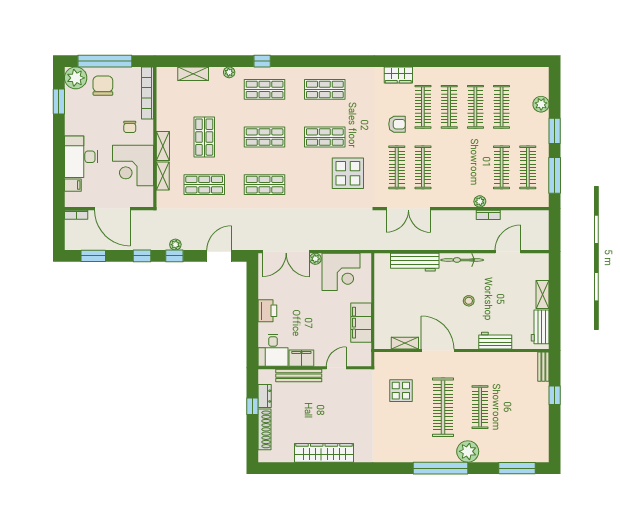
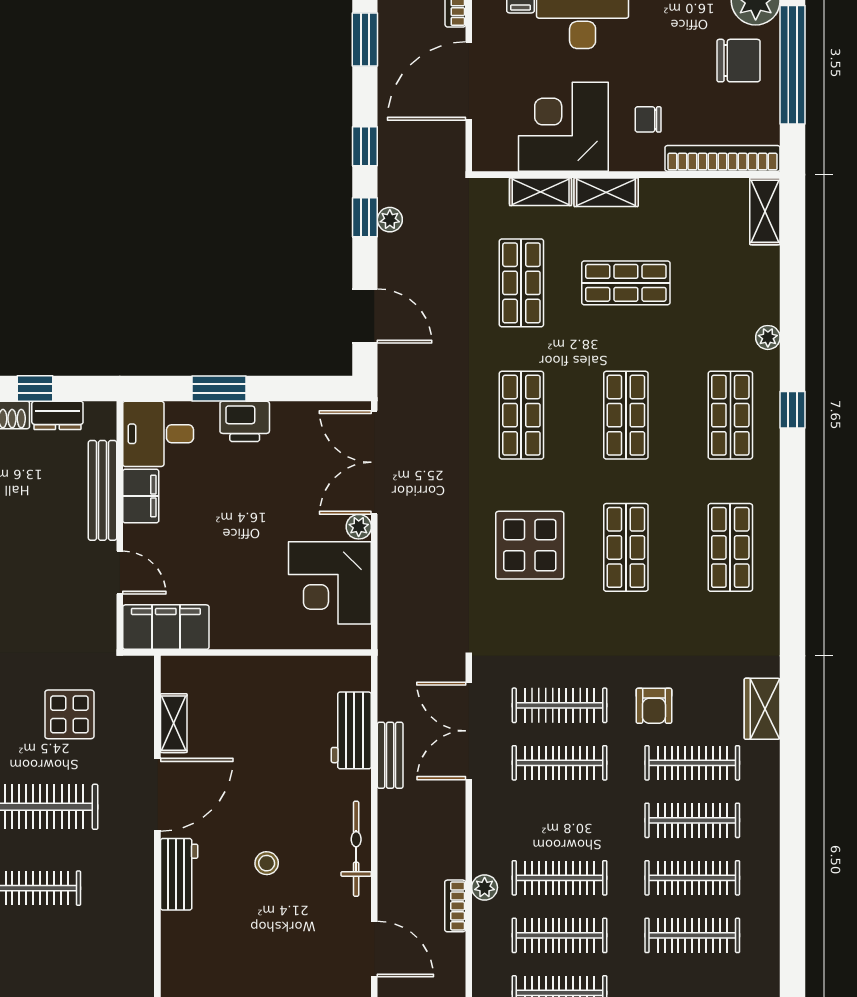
shelving: (193, 74) -> (765, 211), moved
clothes rail: (475, 167) -> (559, 878), added
display table: (348, 173) -> (530, 545), moved
bench: (420, 244) -> (390, 755), added
workbench: (415, 262) -> (351, 730), width x0.73
window: (252, 322) -> (219, 388), added
filing cabinet: (361, 323) -> (166, 627), moved
workbench: (495, 341) -> (179, 874), moved

